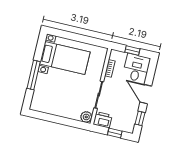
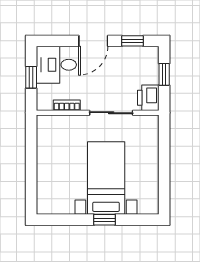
bed with nightstands: (65, 58) -> (106, 178), moved
window: (34, 75) -> (104, 220), width x0.46
plant: (86, 117) -> (150, 124), removed

